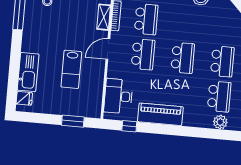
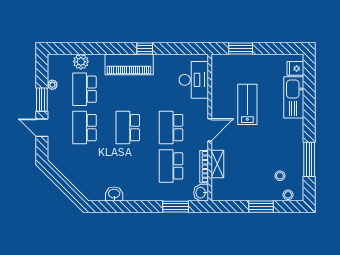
piano: (160, 114) -> (129, 64), moved
window: (129, 126) -> (145, 48), moved

